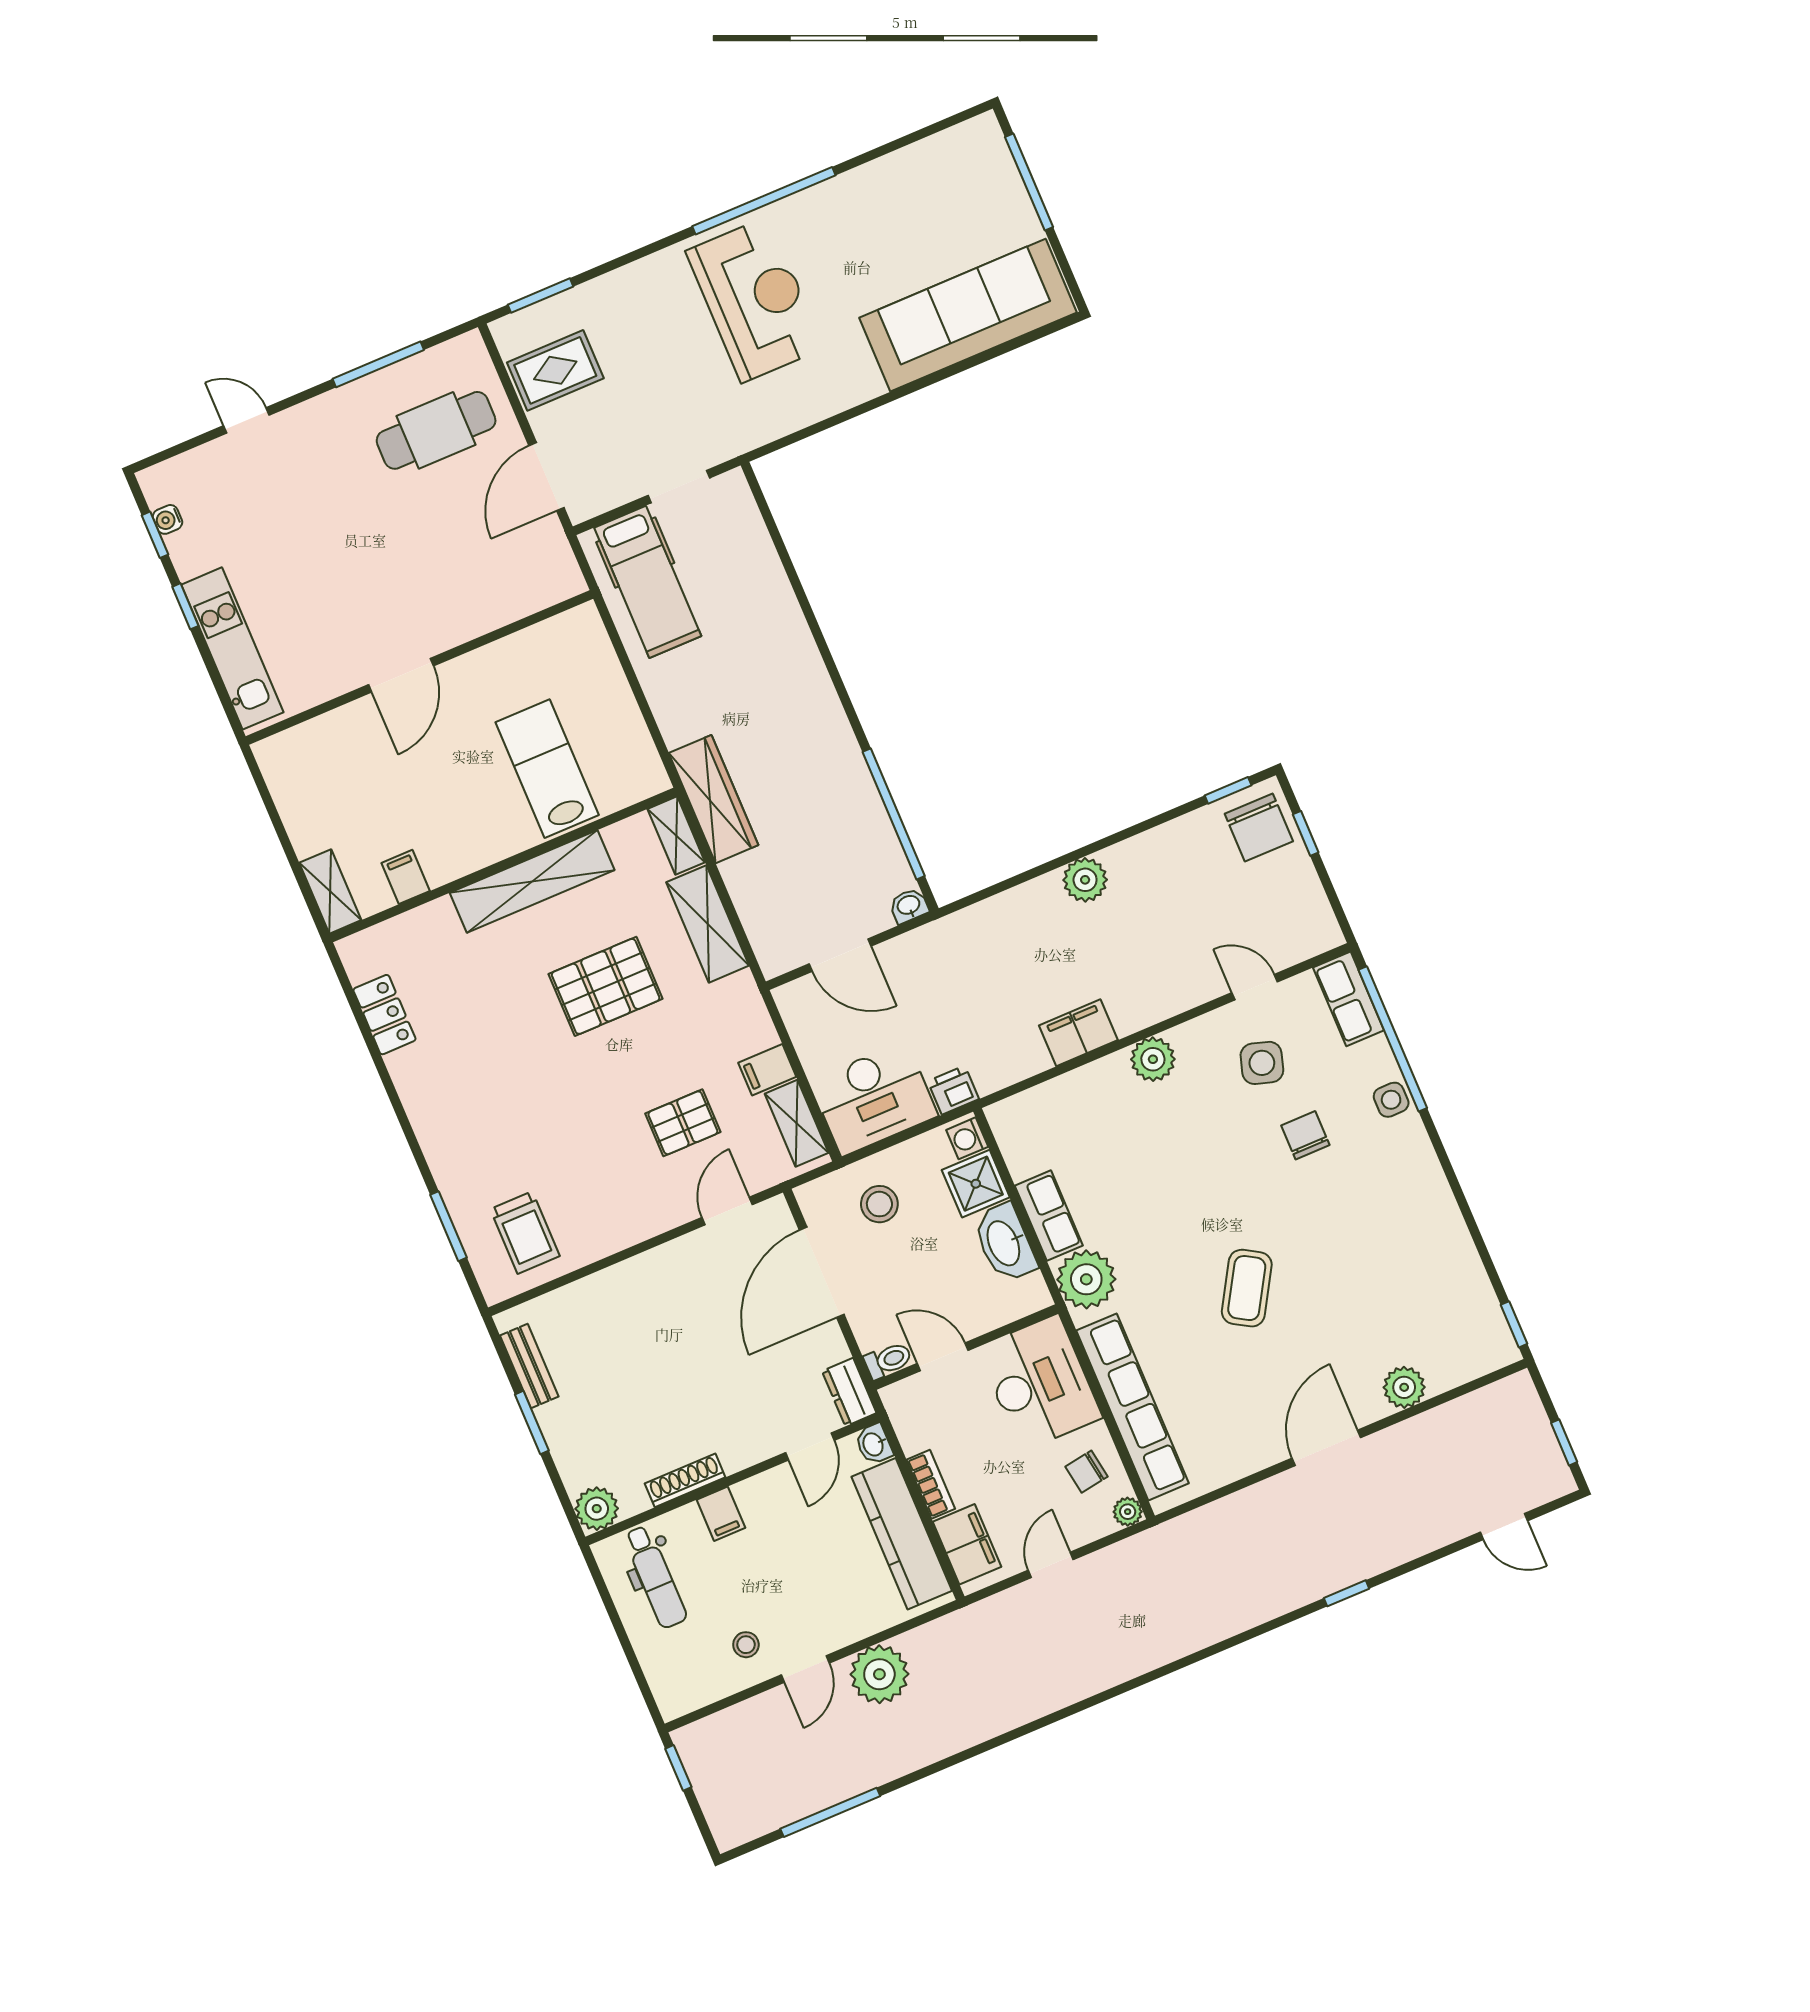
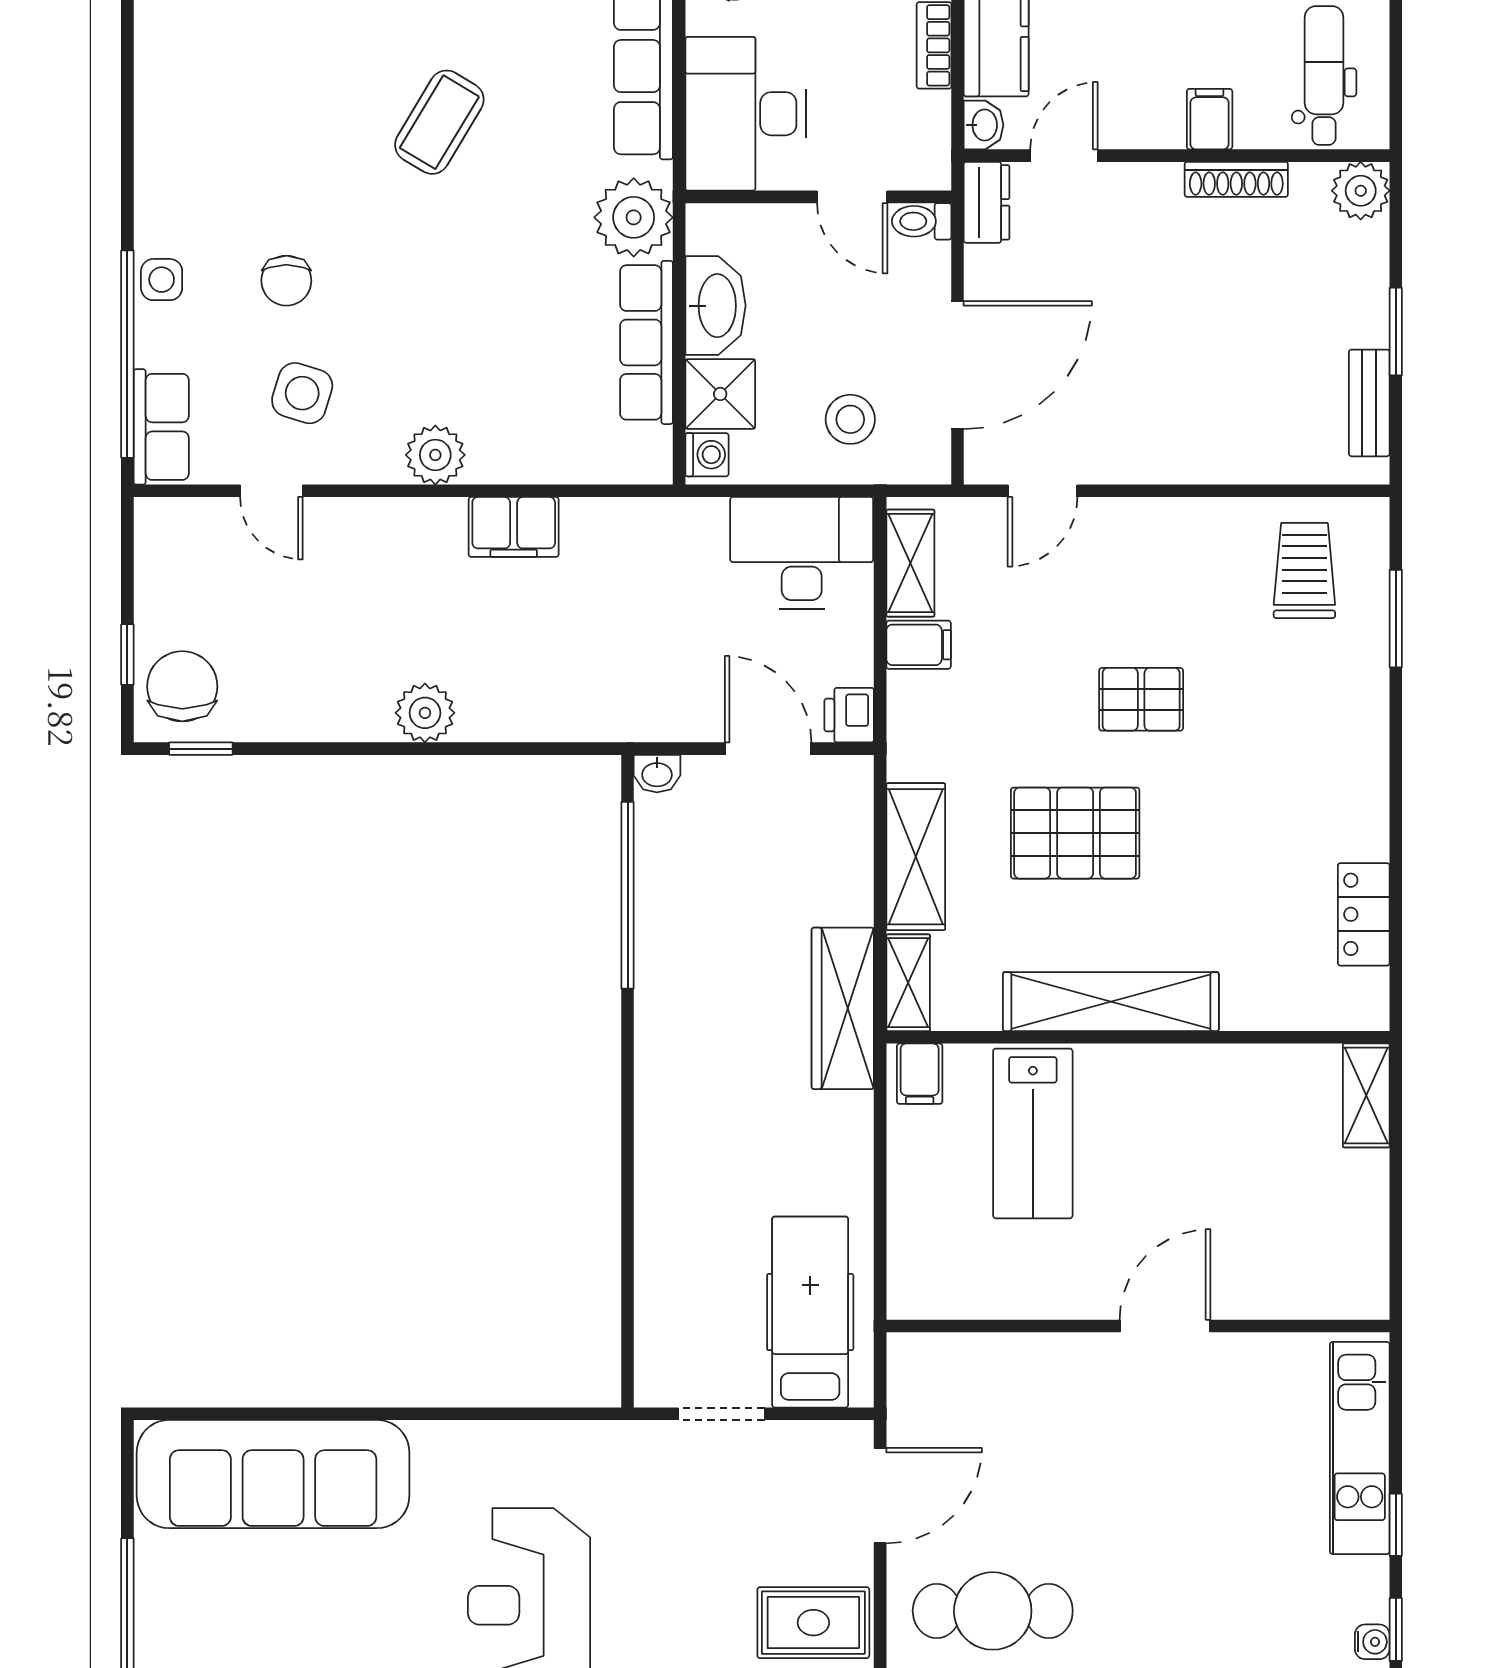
filing cabinet: (406, 877) -> (920, 1074), moved
printer: (953, 1090) -> (849, 715), moved, turned 90
pallet: (683, 1123) -> (1141, 699), moved
row of seats: (1049, 1216) -> (647, 342), width x1.48

